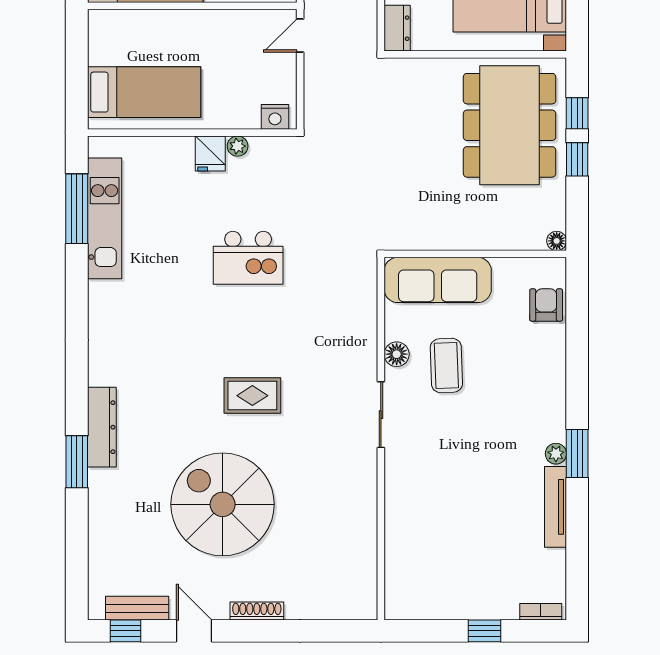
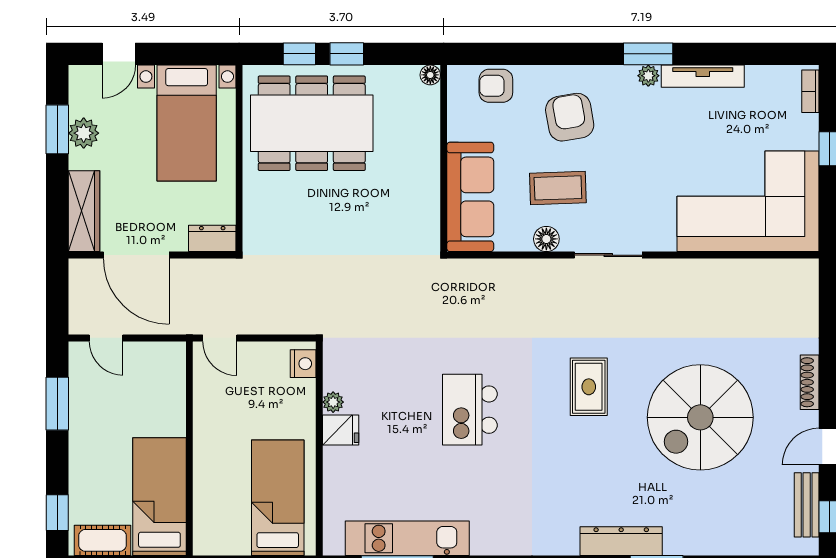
kitchen island: (248, 258) -> (470, 410), moved, turned 180
armchair: (515, 377) -> (570, 117), added
corner sofa: (433, 551) -> (748, 201), added

